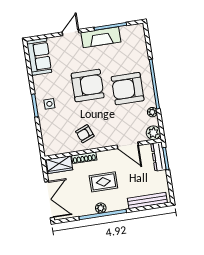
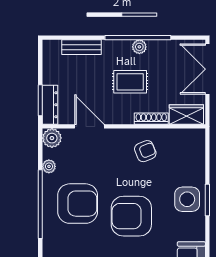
side table: (49, 104) -> (187, 199), width x1.87, depth x1.87
bench: (147, 201) -> (82, 47), width x0.73

